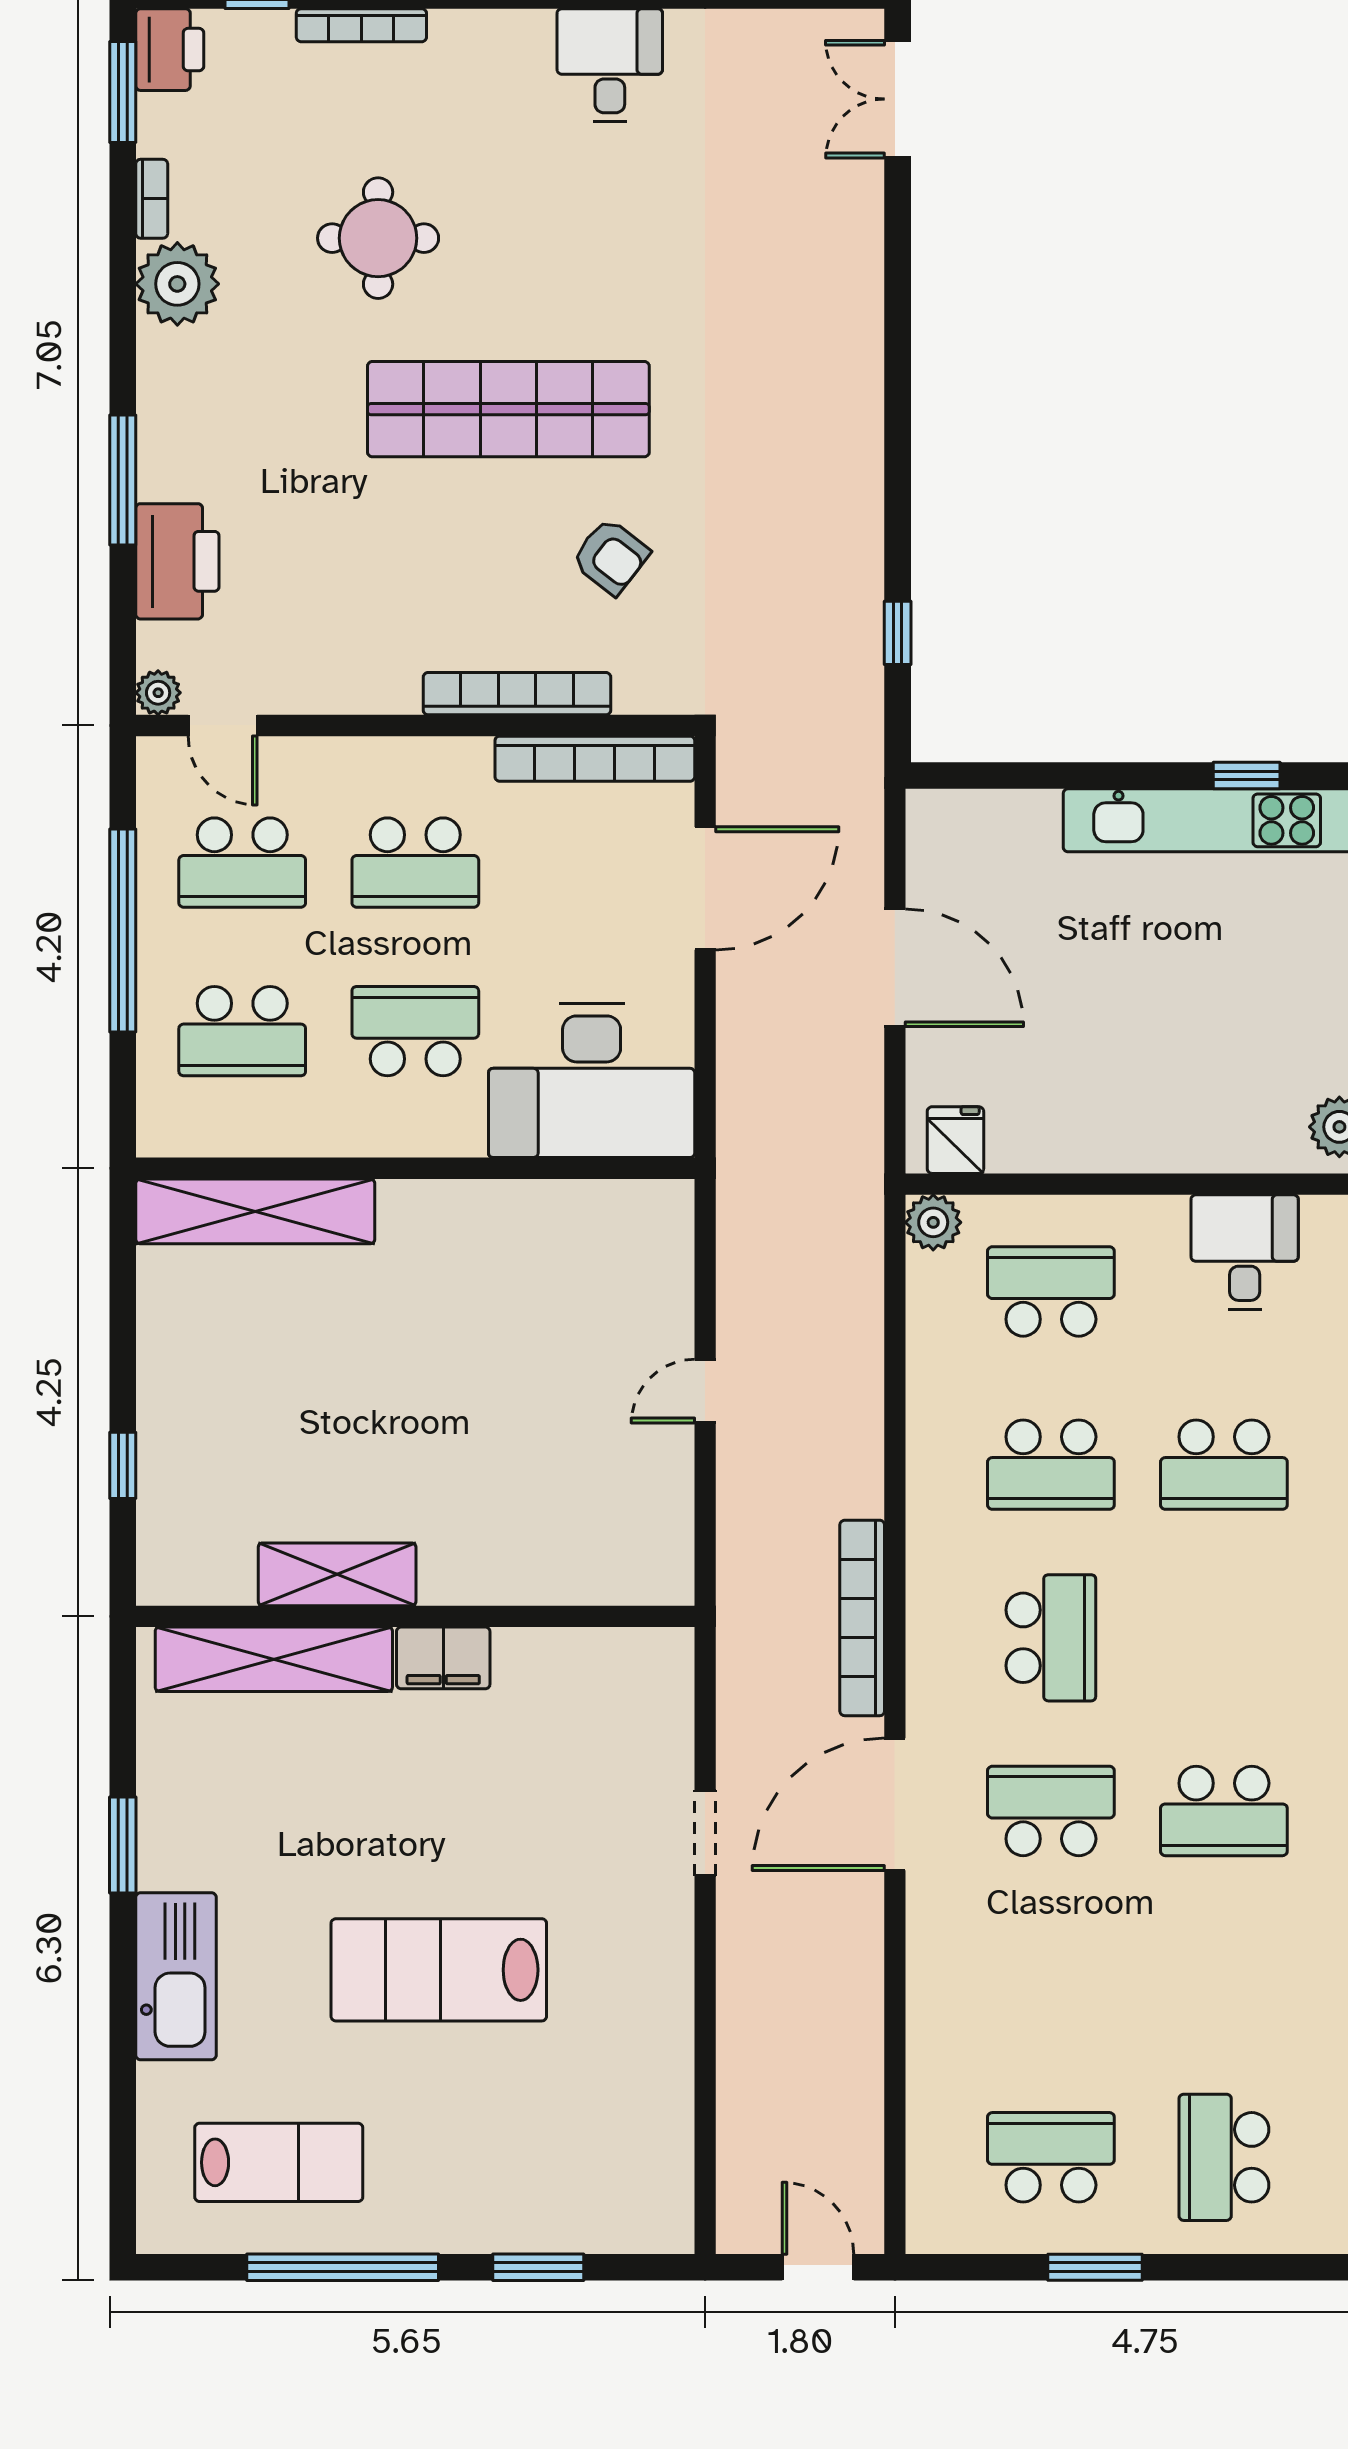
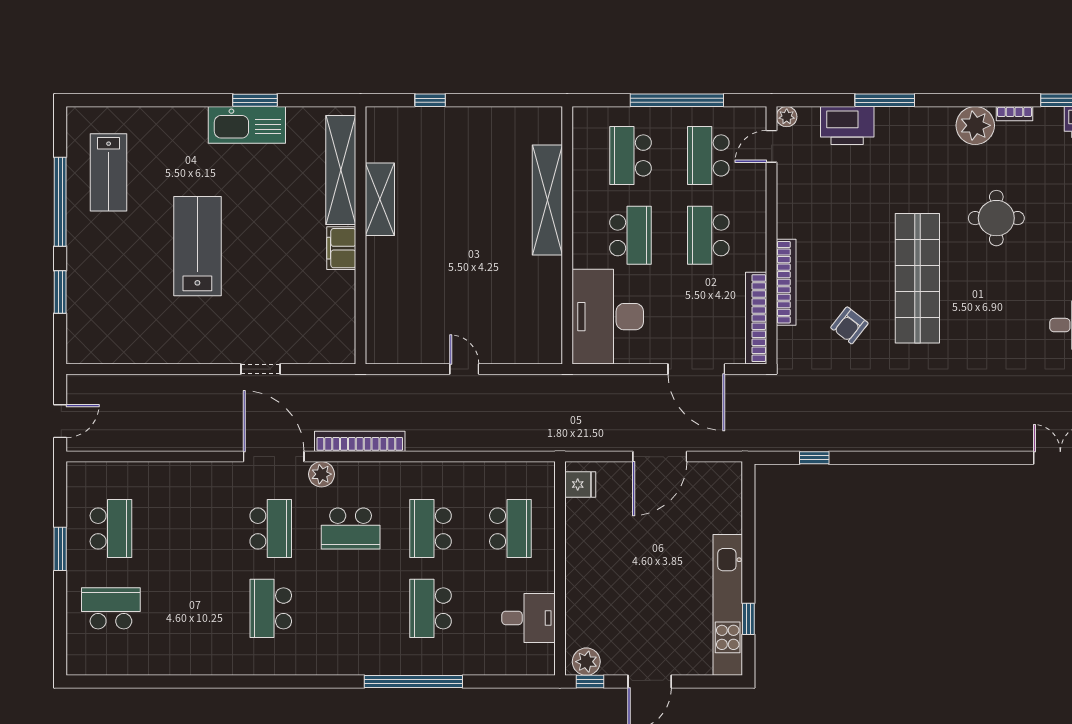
shelving: (255, 1211) -> (547, 200), moved
plant: (933, 1222) -> (321, 474), moved
kitchen sink: (176, 1976) -> (247, 125), moved

